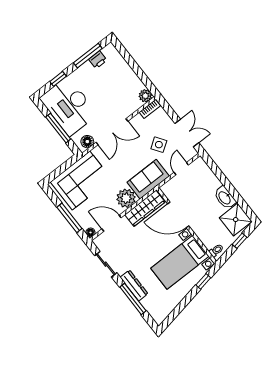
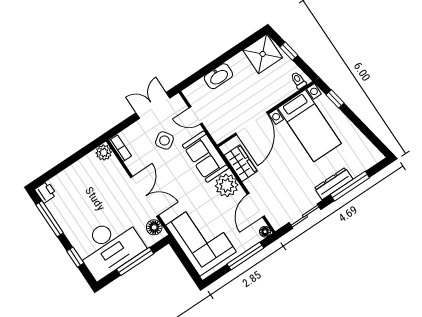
printer: (98, 60) -> (46, 192), moved
washbasin: (225, 198) -> (218, 76), moved
wardrobe: (145, 208) -> (241, 163), width x0.67

